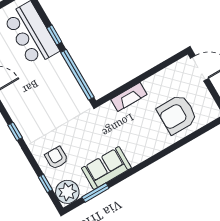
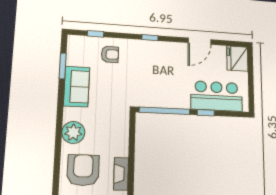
fireplace: (129, 97) -> (121, 174), moved
plant: (67, 192) -> (73, 132), moved

